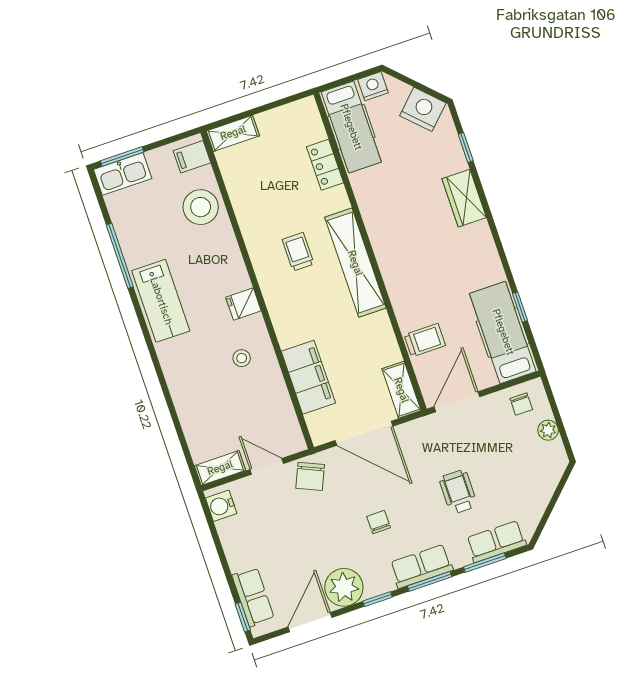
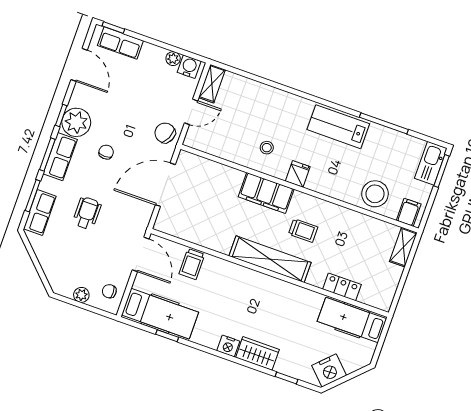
nightstand: (373, 86) -> (228, 346), moved, turned 90
filing cabinet: (308, 377) -> (266, 193), moved
shelving: (401, 390) -> (174, 227), removed
wheelchair: (458, 492) -> (87, 213), turned -90
chair: (379, 522) -> (106, 152), turned -90
plant: (226, 529) -> (173, 59), added
plant: (344, 587) -> (76, 122), moved

